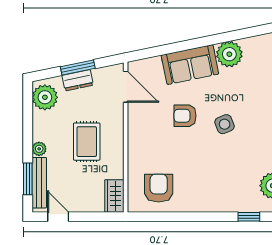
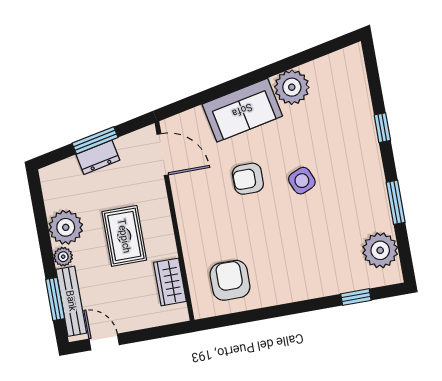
plant: (45, 97) -> (66, 227), moved
wardrobe: (114, 196) -> (170, 282), moved

